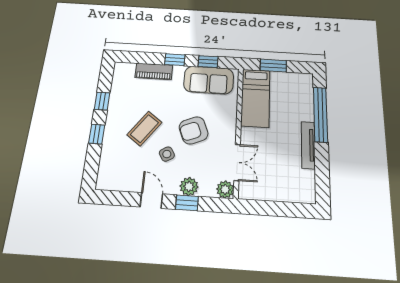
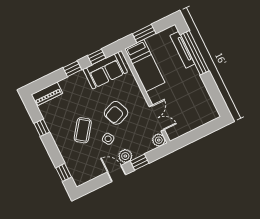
piano: (154, 71) -> (47, 94), moved
window: (97, 134) -> (64, 172), moved
tv unit: (308, 145) -> (182, 50), moved
plant: (189, 186) -> (125, 156), moved

